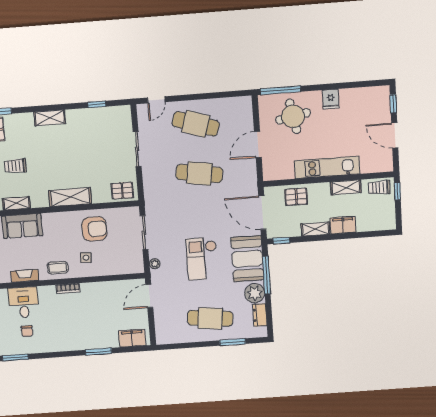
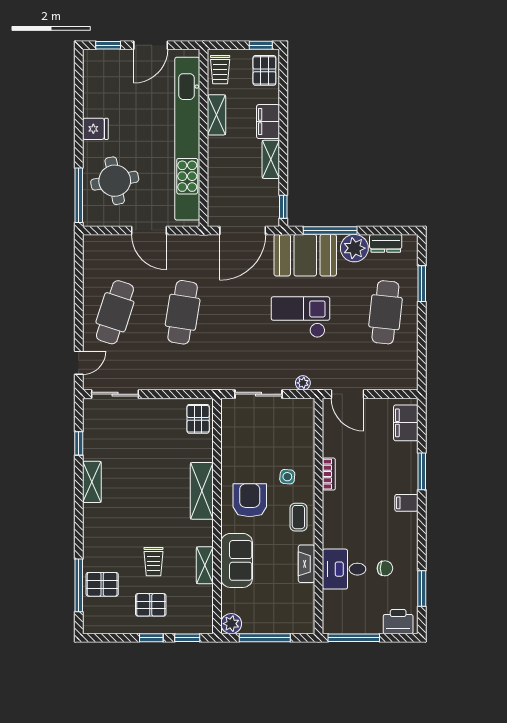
door: (156, 100) -> (79, 363), hinge flipped
shelving: (50, 118) -> (92, 482), moved
sliding door: (137, 149) -> (115, 394), moved
kitchen unit: (327, 167) -> (187, 139), width x1.86
window: (397, 191) -> (261, 45), moved
pallet: (296, 197) -> (264, 70), moved
armchair: (94, 229) -> (250, 500), moved
checkout: (202, 259) -> (300, 317), turned 180
bookcase: (68, 289) -> (329, 474), moved
filing cabinet: (75, 343) -> (406, 503), added

